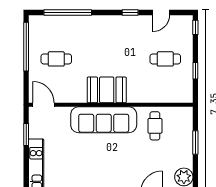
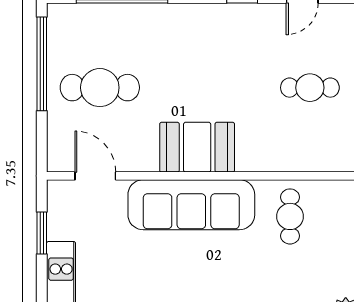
cafe table: (56, 59) -> (100, 88), width x1.37, depth x1.35
door: (44, 105) -> (95, 176), moved

